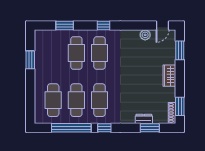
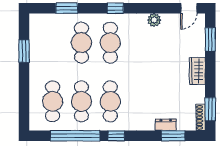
plant: (145, 35) -> (154, 20), moved

